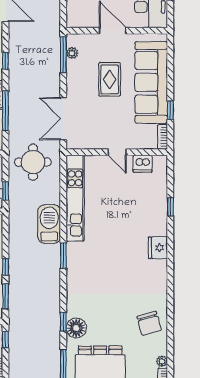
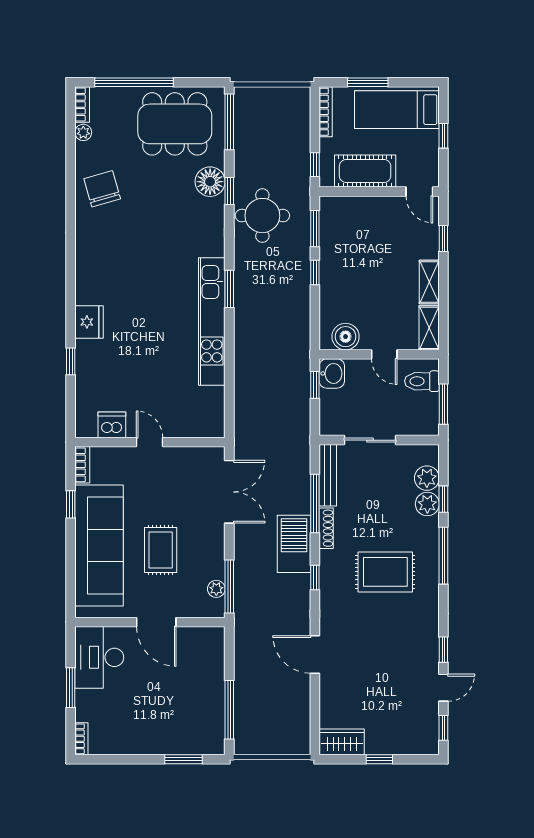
round table: (33, 162) -> (262, 216), moved
kitchen unit: (75, 198) -> (212, 322), moved
barbecue: (49, 224) -> (294, 544), moved, turned 180
fridge: (158, 248) -> (89, 322), moved

